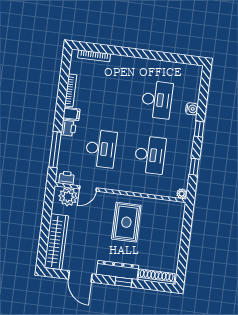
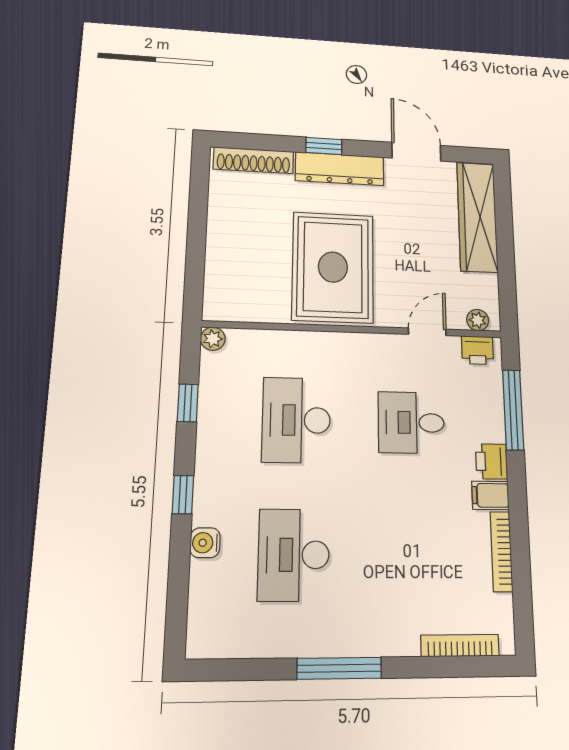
window: (144, 54) -> (339, 668), added
desk: (101, 149) -> (411, 423), width x0.73
plant: (68, 197) -> (478, 320), width x0.53, depth x0.53
rug: (126, 222) -> (333, 267), width x1.37, depth x1.44

